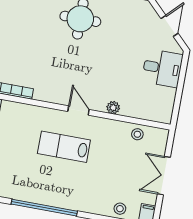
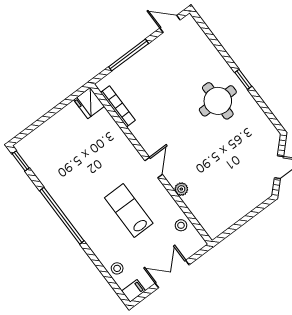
desk: (162, 68) -> (245, 193), removed
lab bench: (64, 147) -> (129, 211), moved

